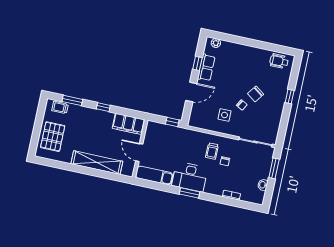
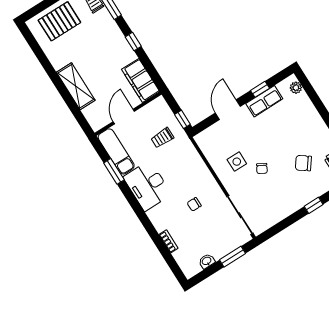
door: (191, 92) -> (228, 110), swing flipped
chair: (256, 94) -> (303, 163), moved
trolley: (212, 151) -> (162, 138), moved
shelving: (97, 163) -> (76, 86), width x0.68
window: (190, 193) -> (114, 171), moved

